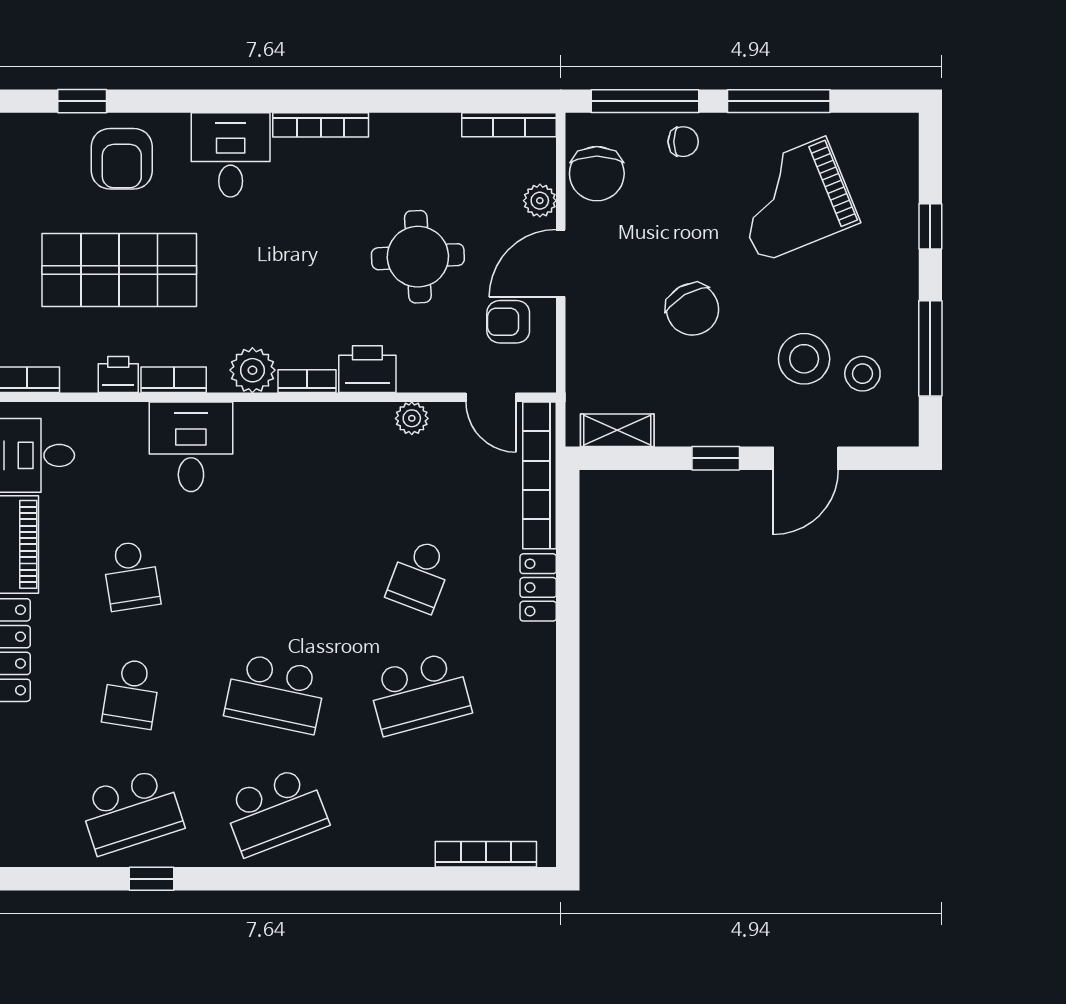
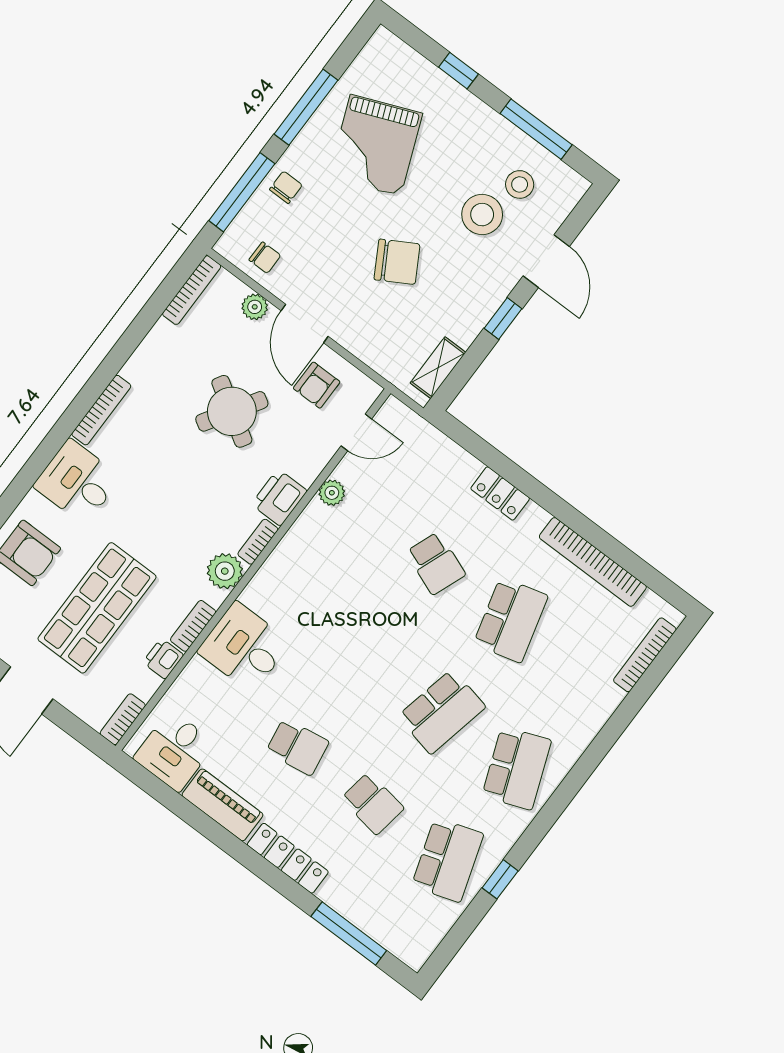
chair: (597, 174) -> (265, 258), width x0.54, depth x0.54
round table: (418, 257) -> (232, 411), turned 35
bookcase: (540, 475) -> (593, 562), moved

